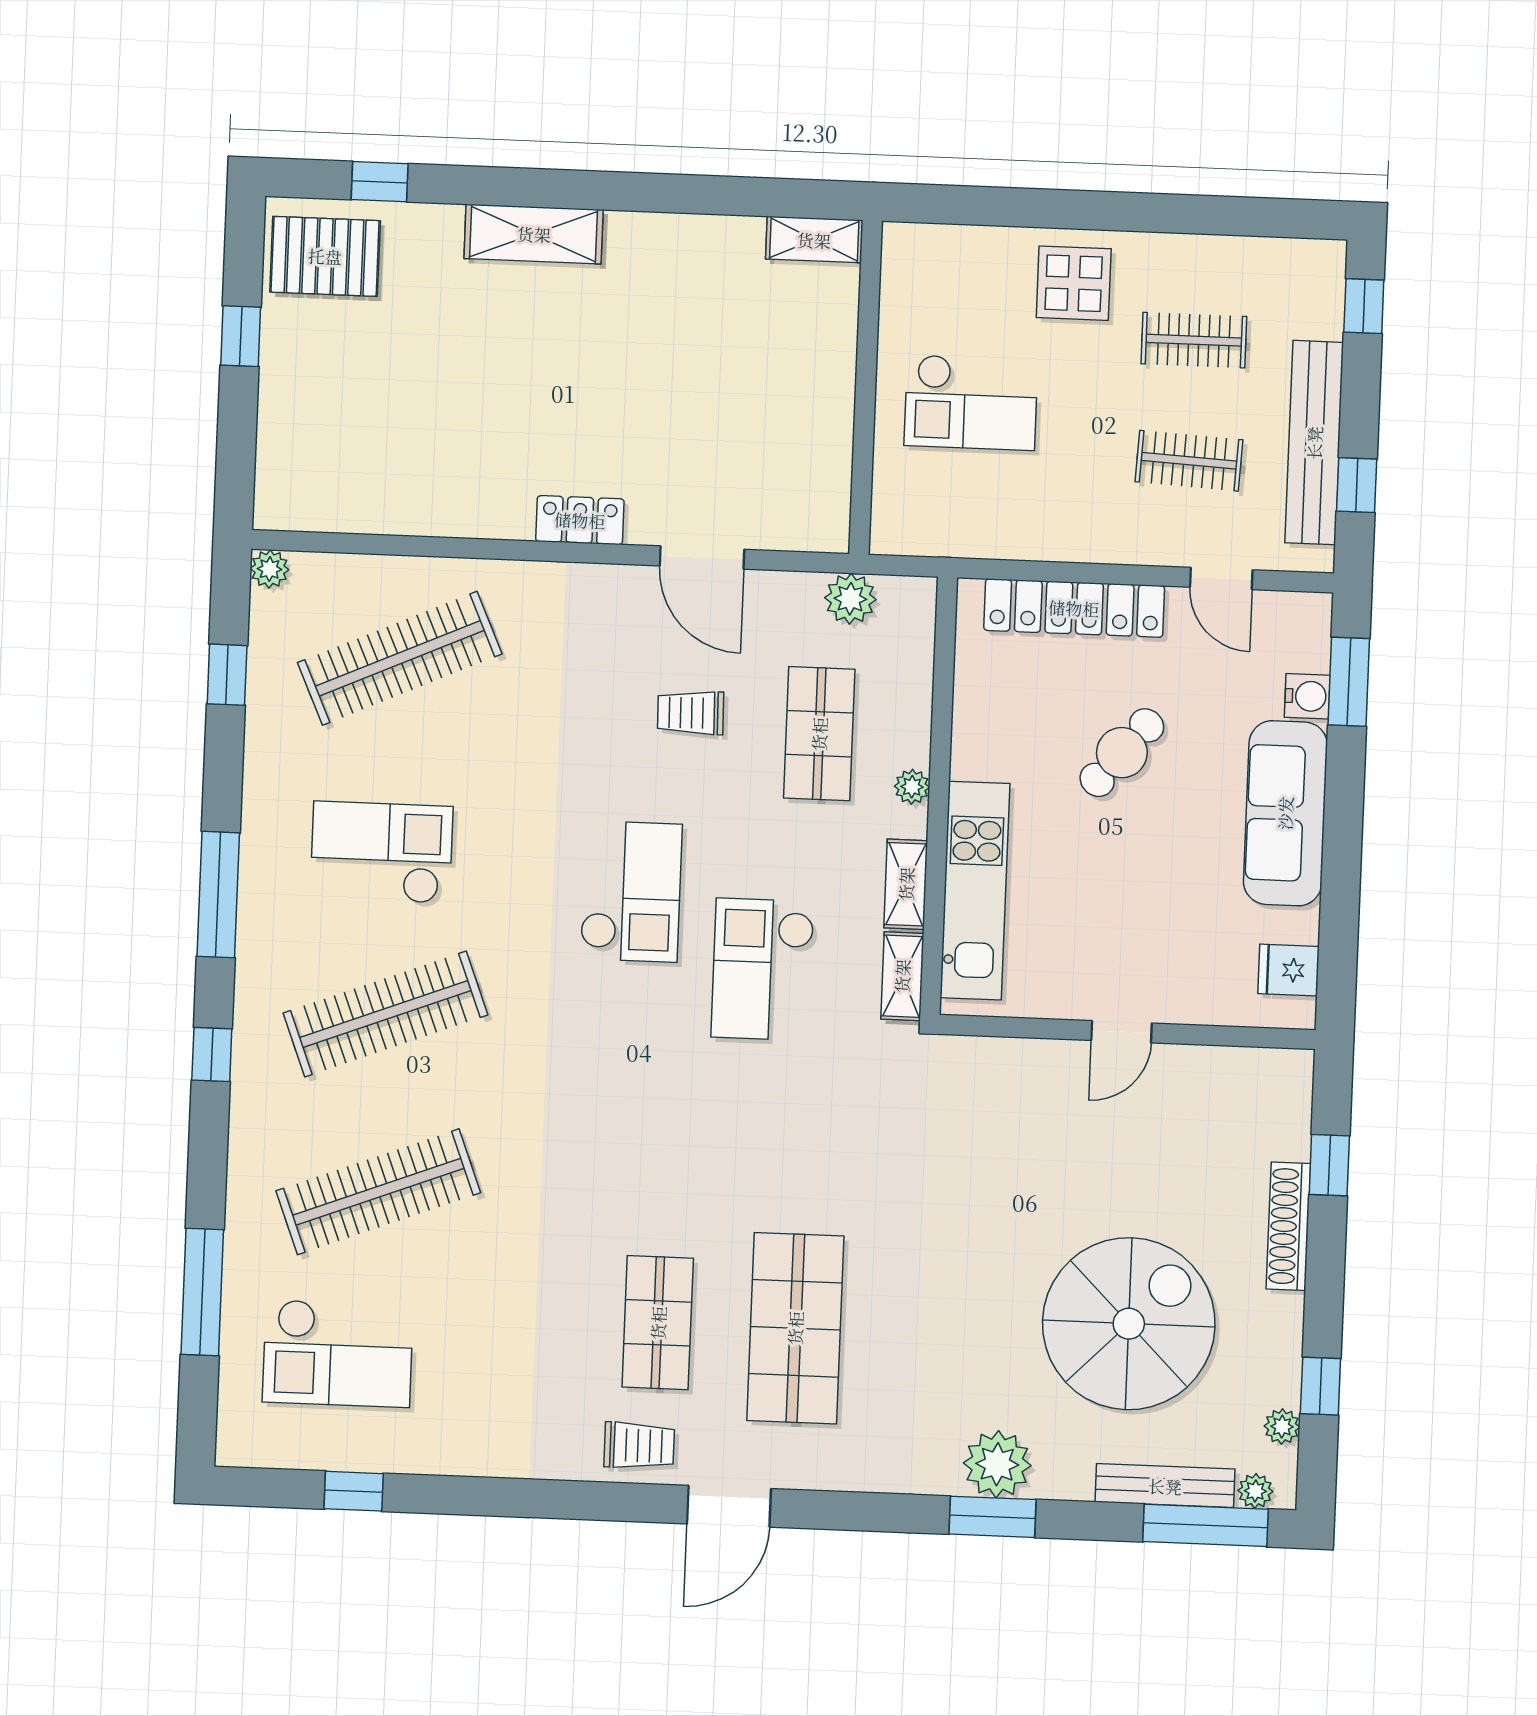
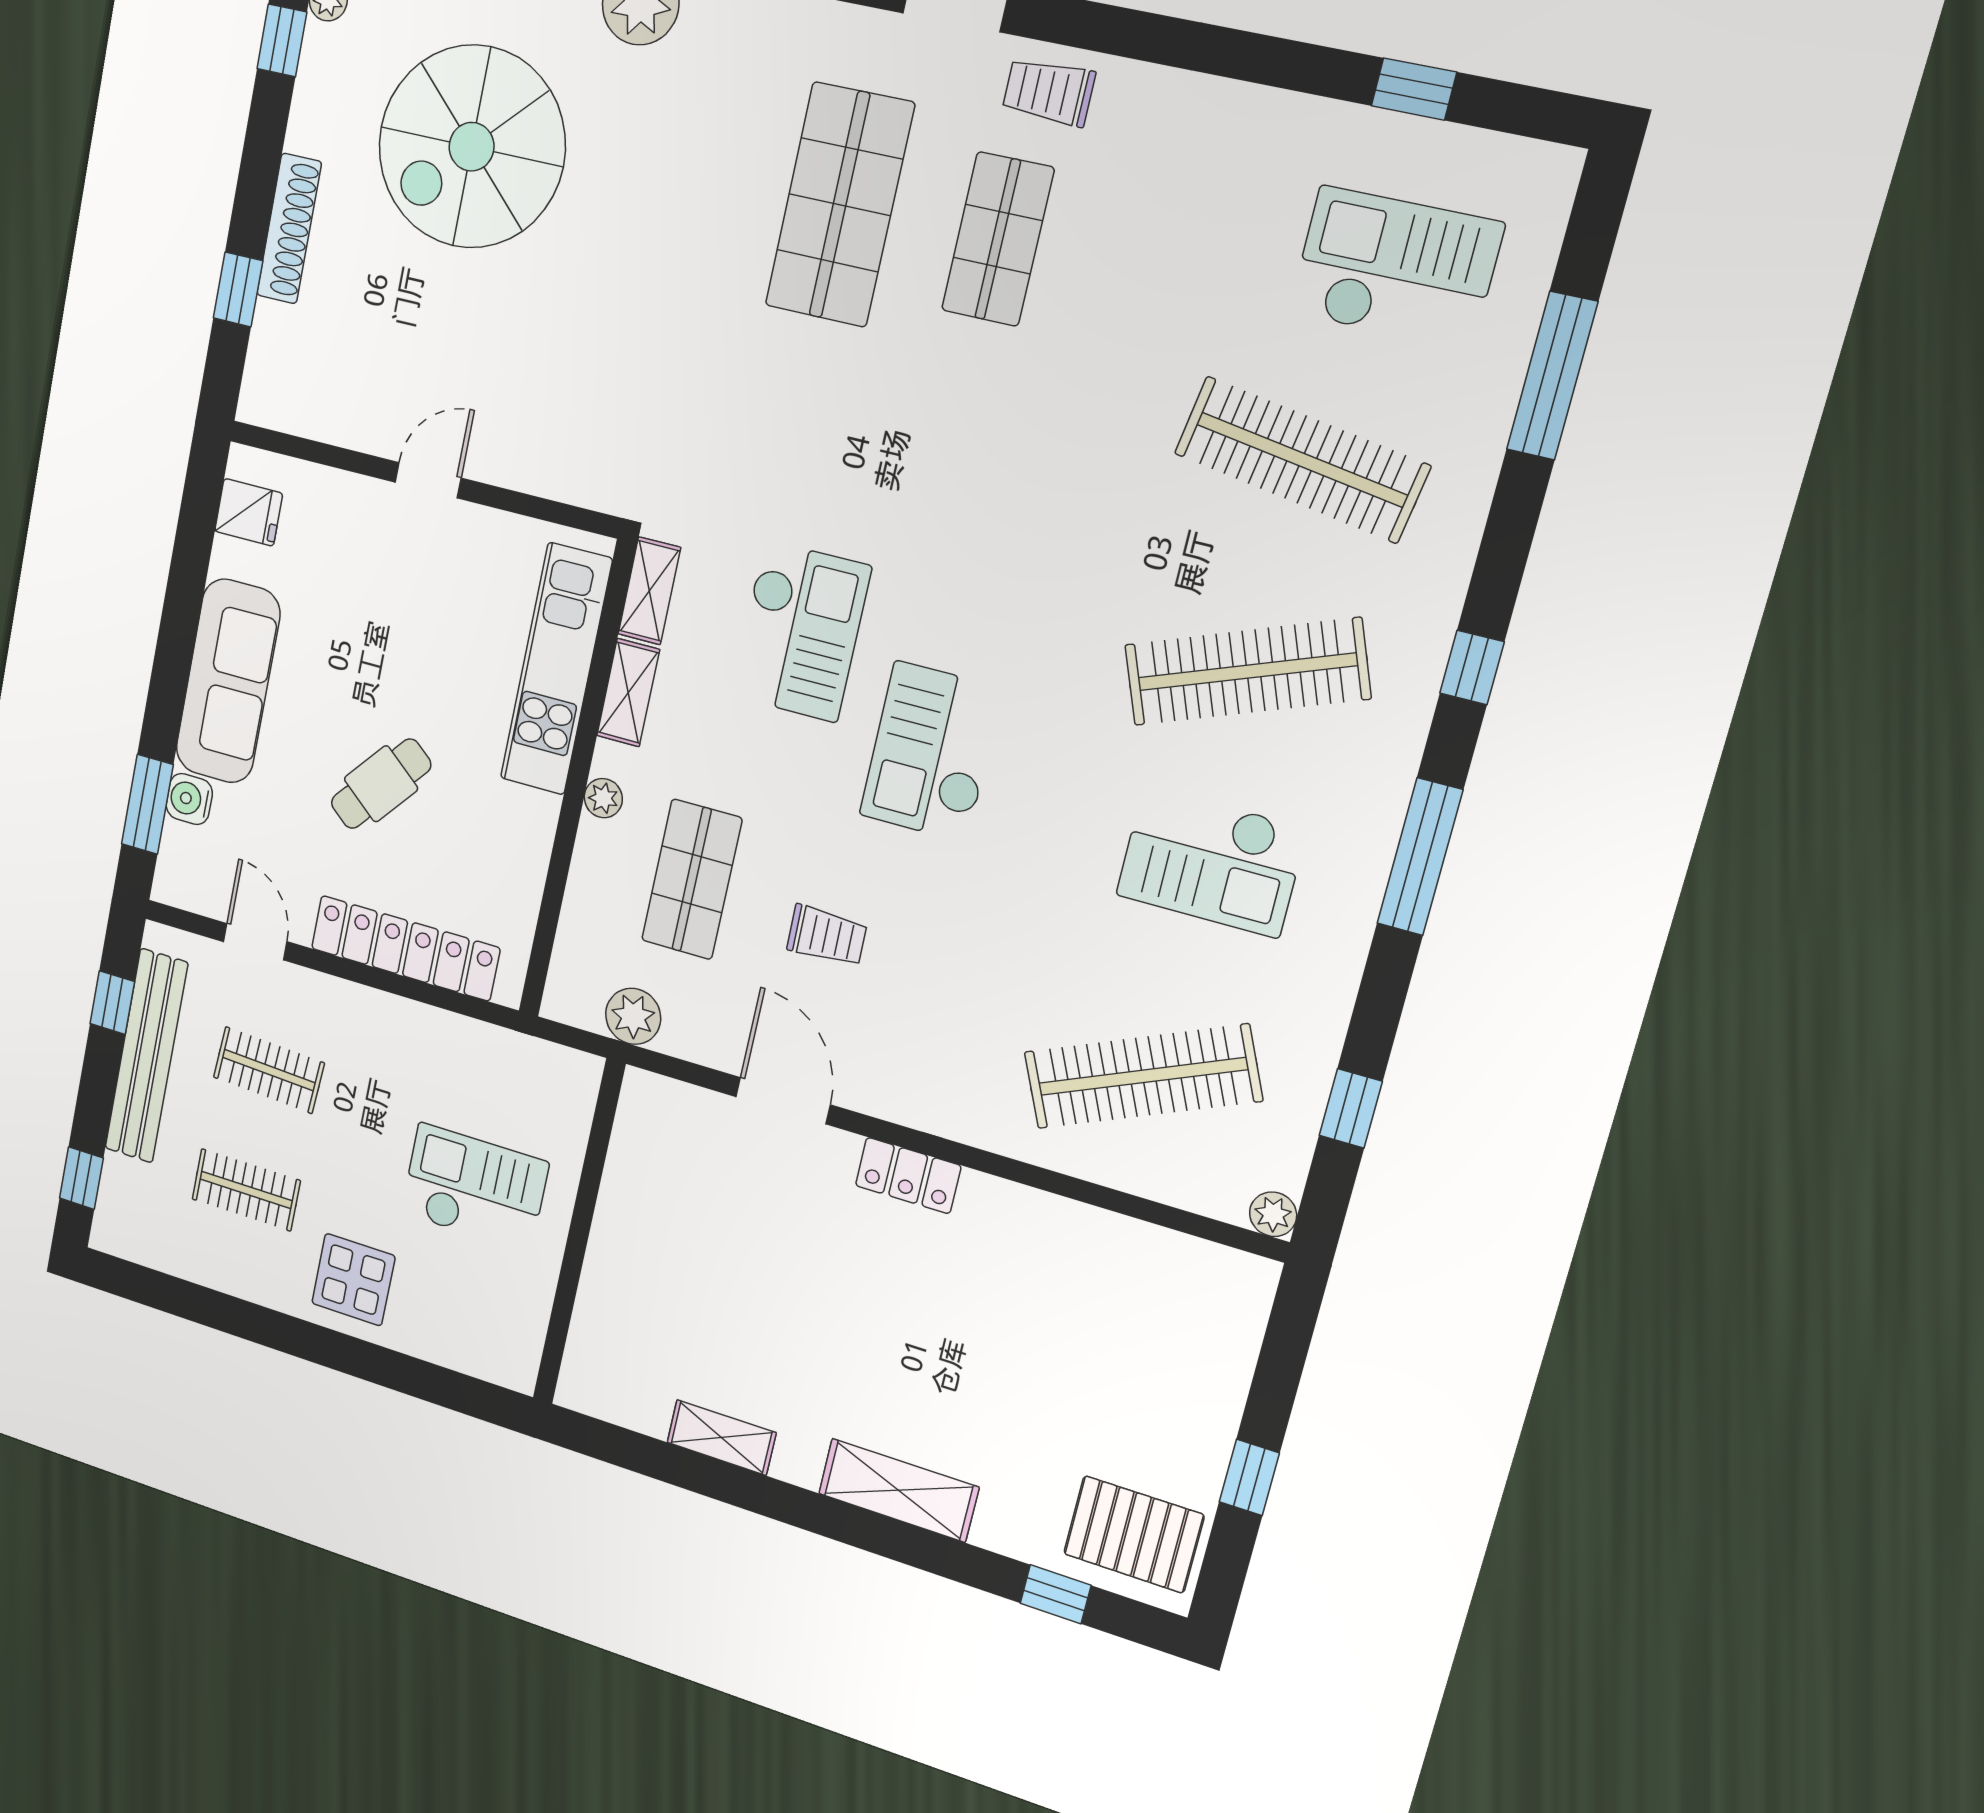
shelving: (814, 240) -> (721, 1438), moved
clothes rail: (378, 1192) -> (1302, 460), turned 30

